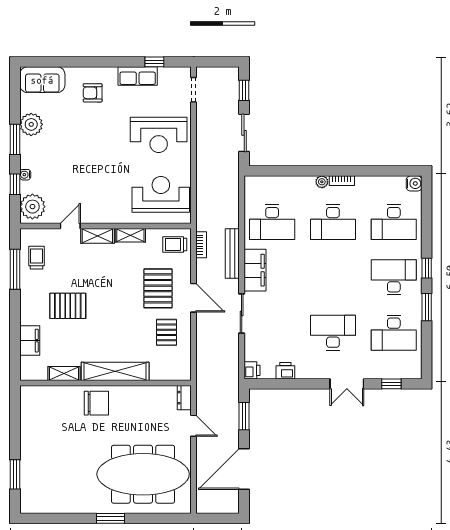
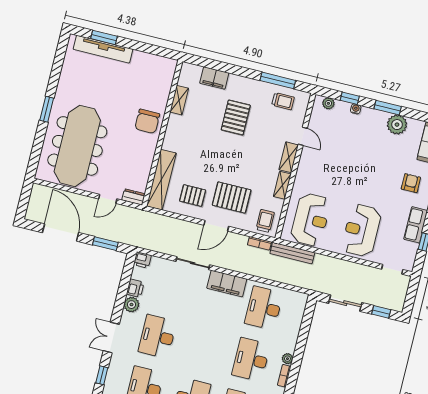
plant: (32, 207) -> (328, 103), width x0.53, depth x0.53
bench: (232, 253) -> (292, 253), moved
desk: (333, 333) -> (157, 336), turned 180
plant: (305, 370) -> (131, 305), added
shelving: (115, 371) -> (161, 180), moved
tv unit: (28, 472) -> (103, 49), added

